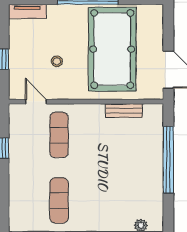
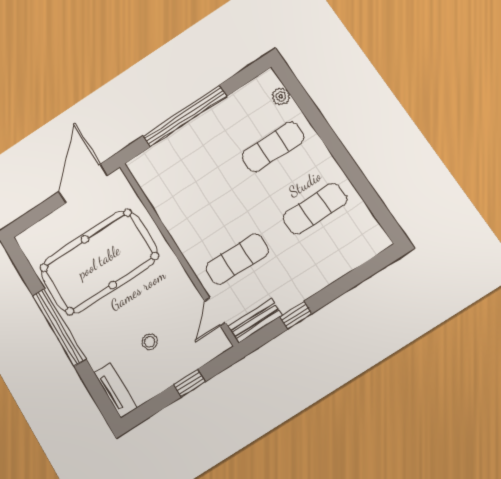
stool: (57, 61) -> (150, 342), moved
bench: (124, 111) -> (255, 321), moved, turned 90
exercise mat: (113, 200) -> (273, 147), added

